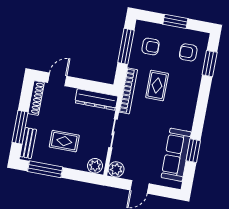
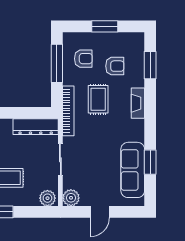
armchair: (188, 52) -> (115, 66), moved, turned 180
fireplace: (192, 96) -> (138, 103), added

